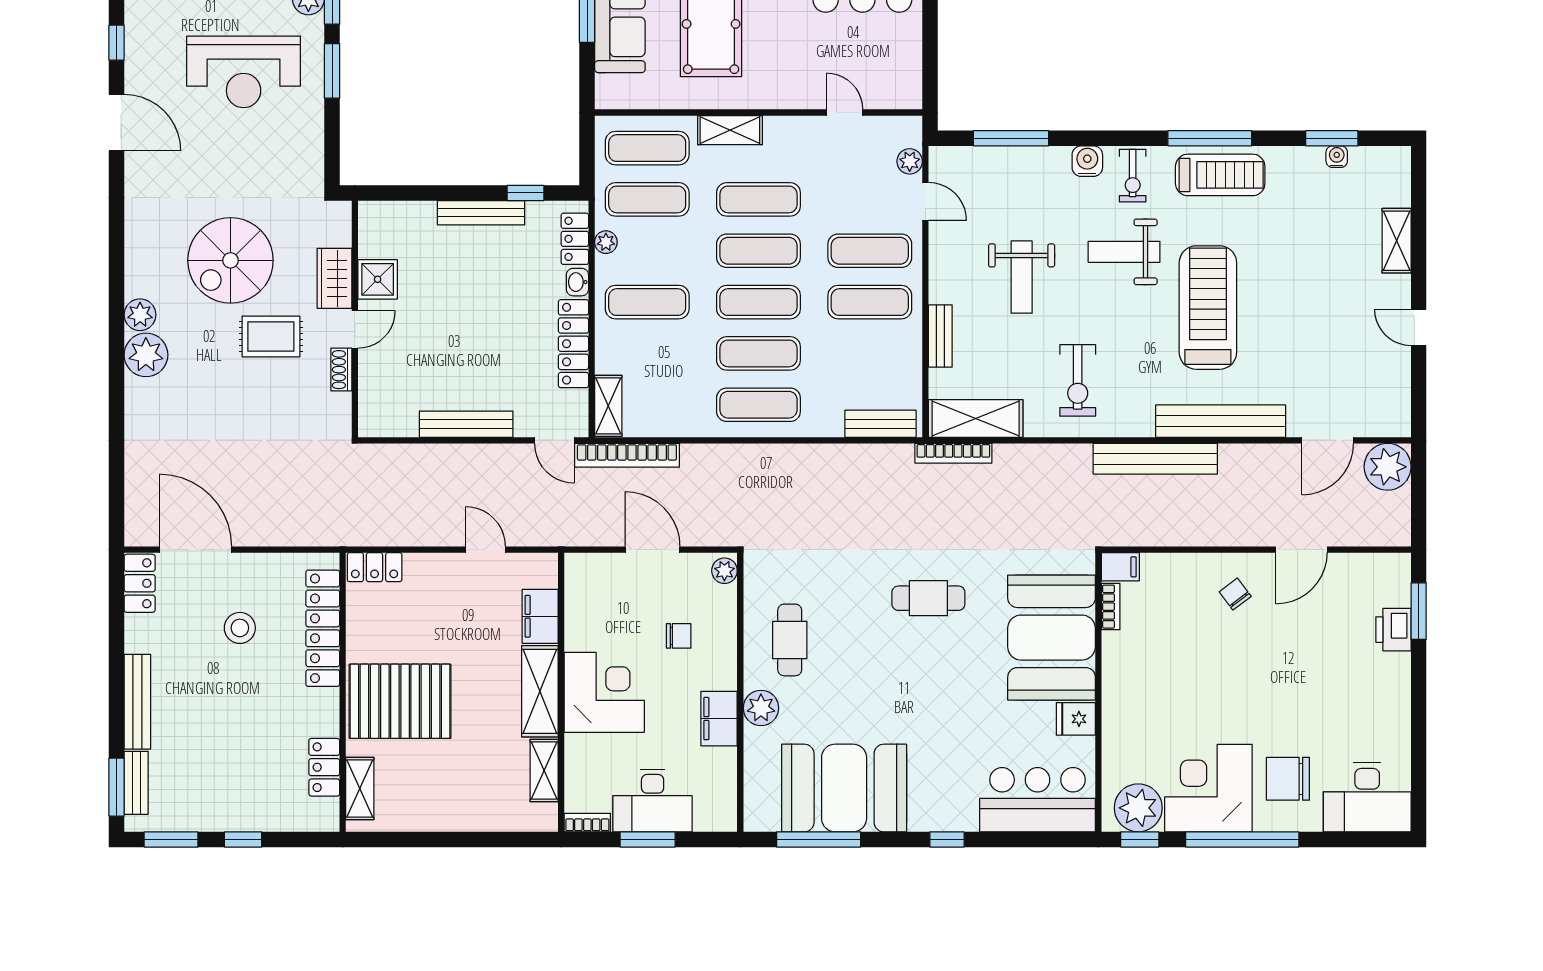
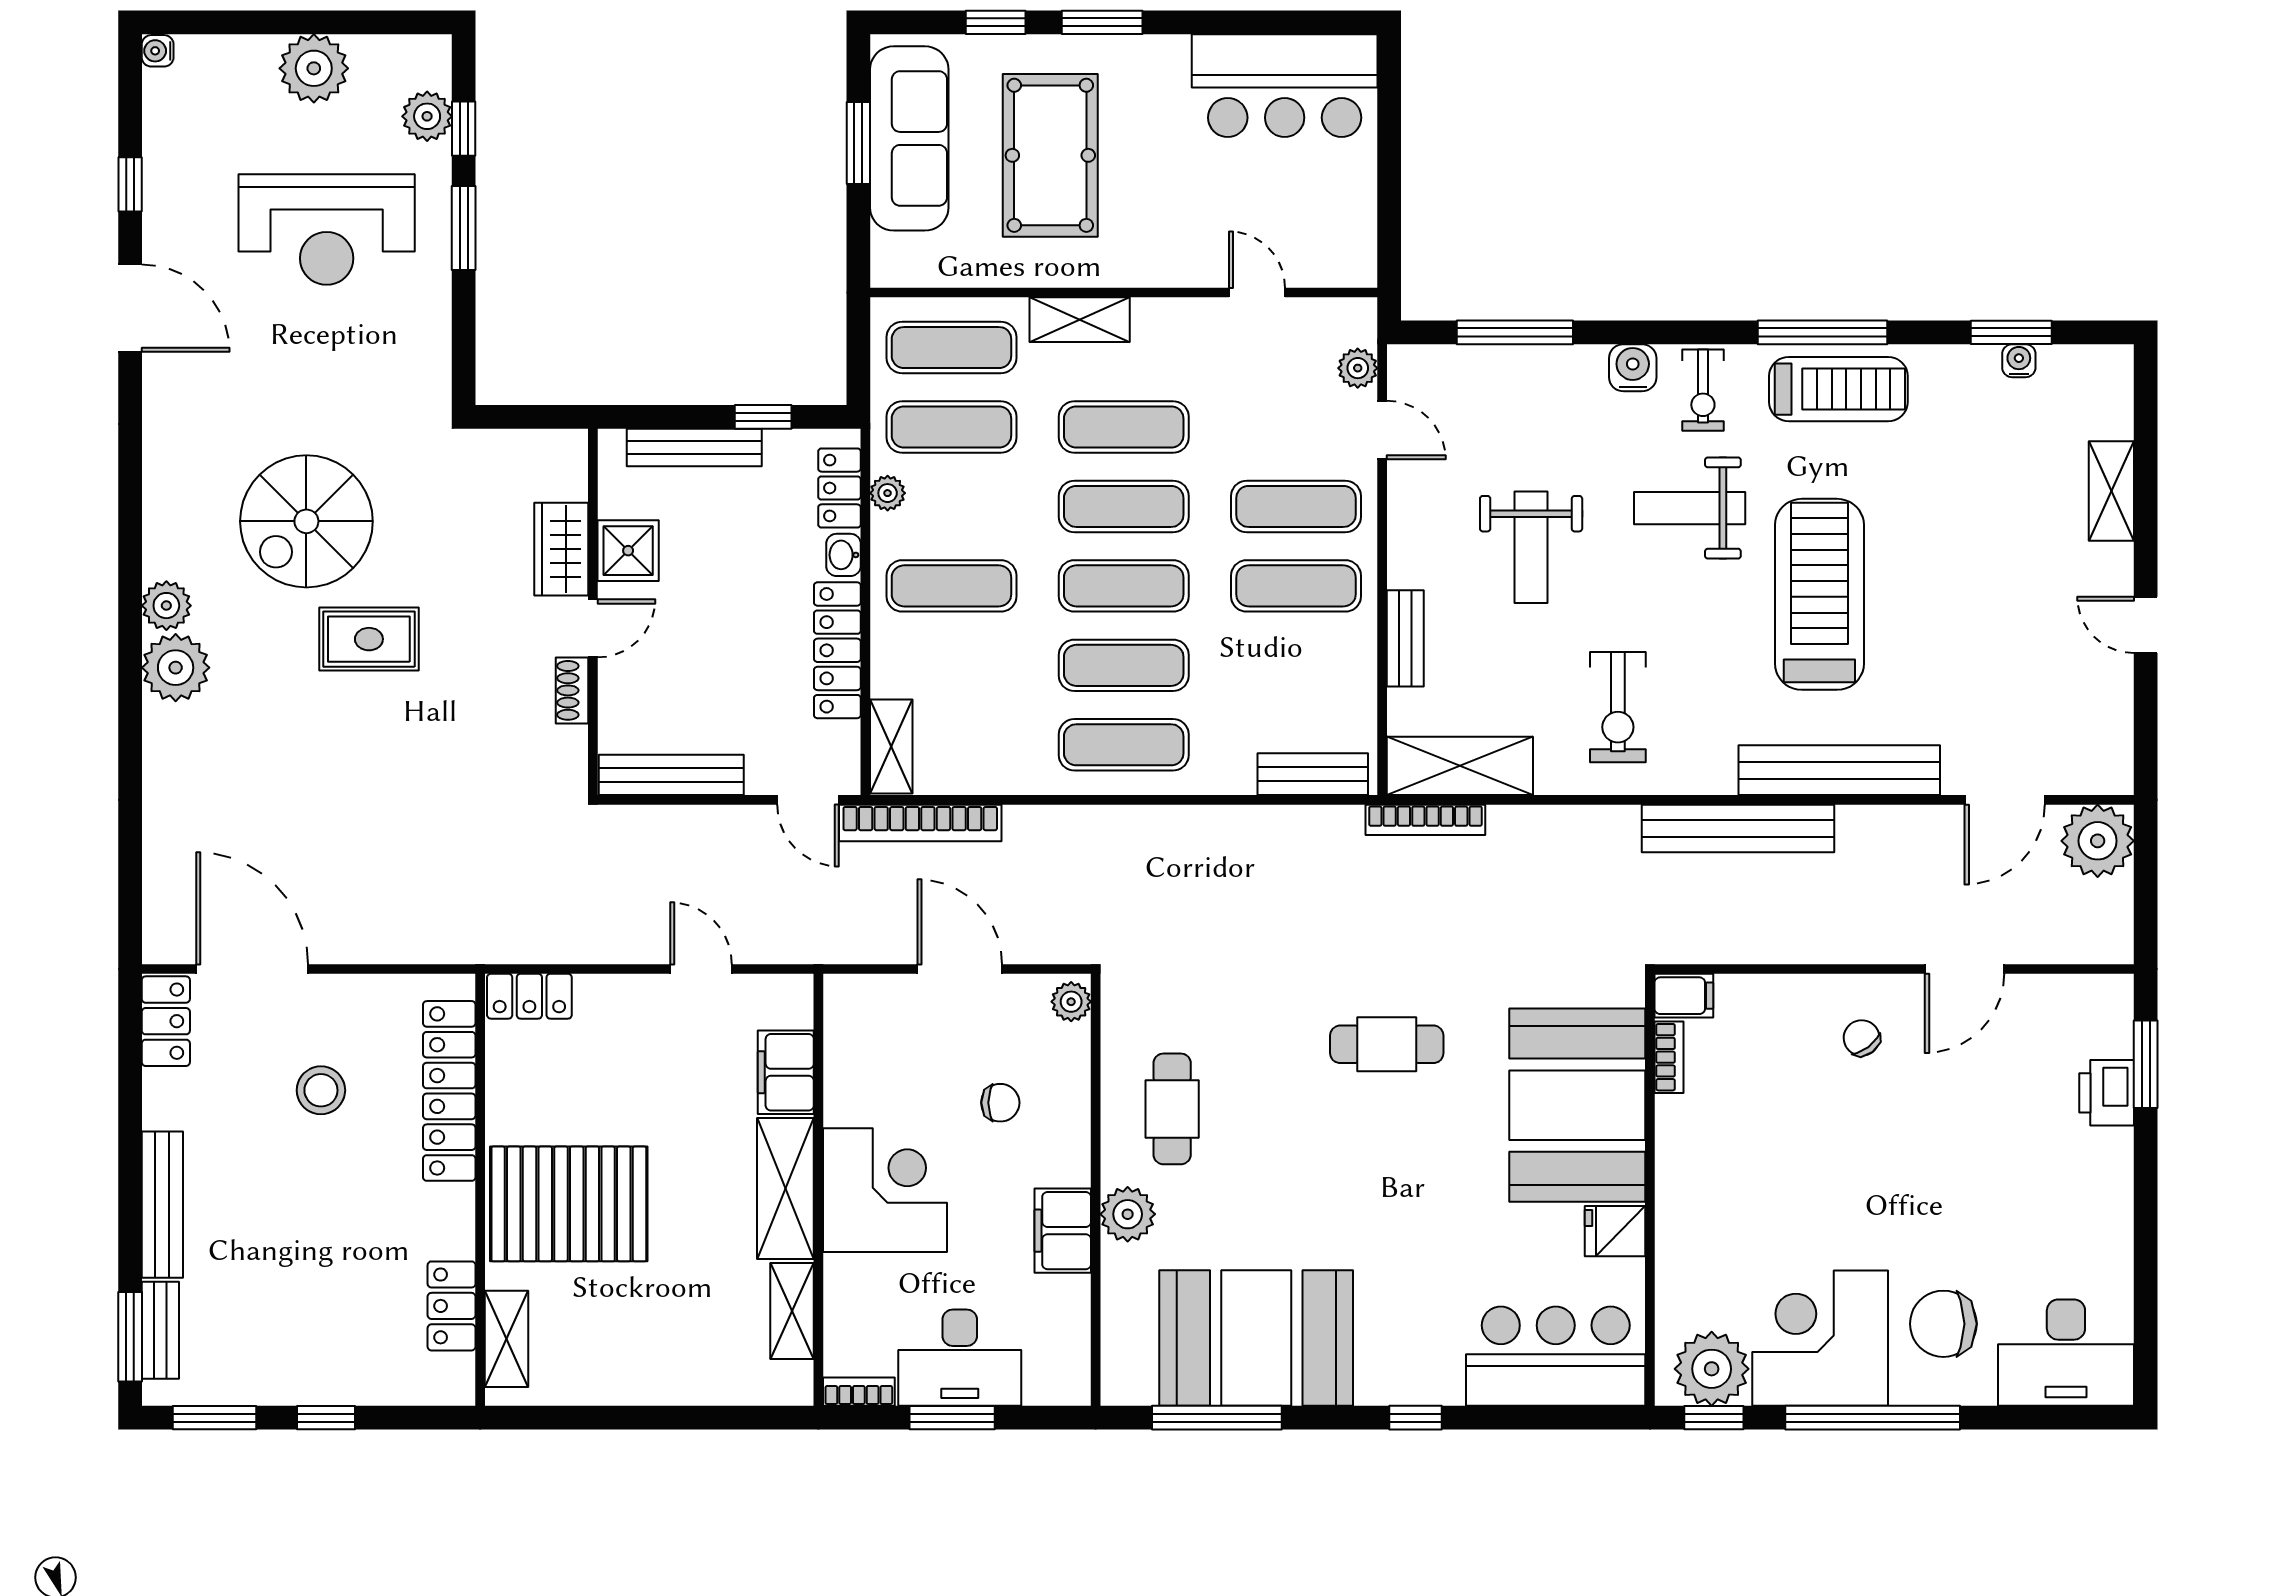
wardrobe: (334, 278) -> (561, 549), moved
shower: (378, 279) -> (628, 551), moved
wall: (355, 319) -> (593, 612), moved
door: (355, 330) -> (593, 628), moved
shoe rack: (341, 370) -> (572, 690), moved

